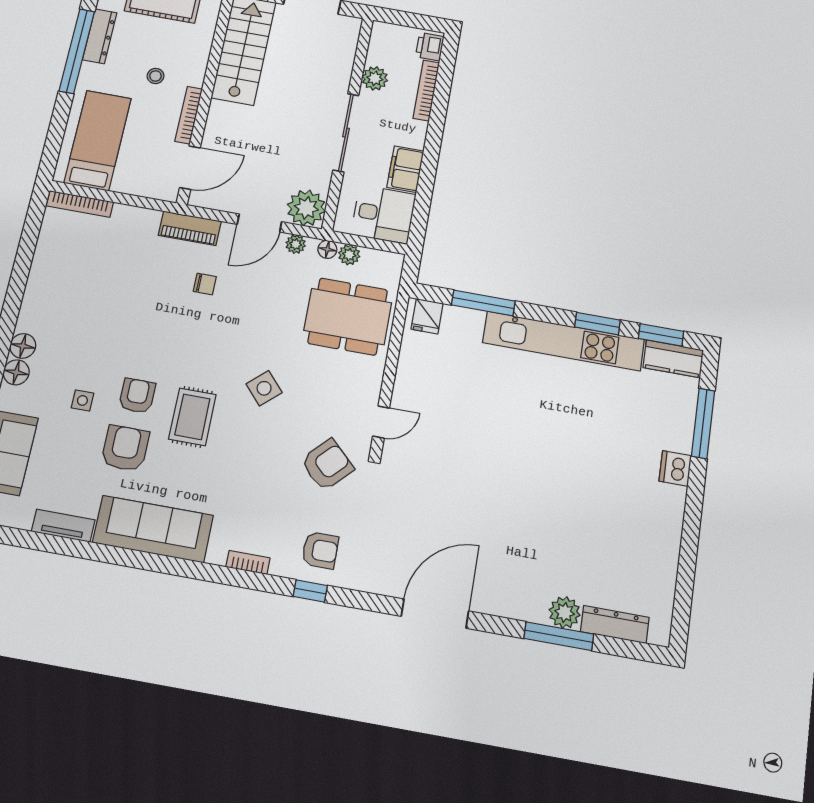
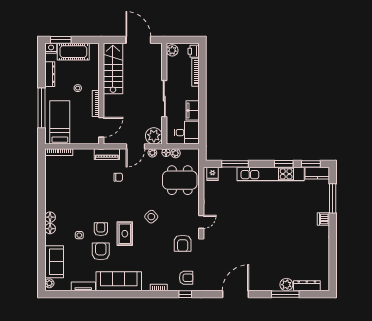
window: (77, 51) -> (42, 108), moved
plant: (375, 78) -> (172, 50), moved
armchair: (327, 465) -> (183, 243), turned 136

